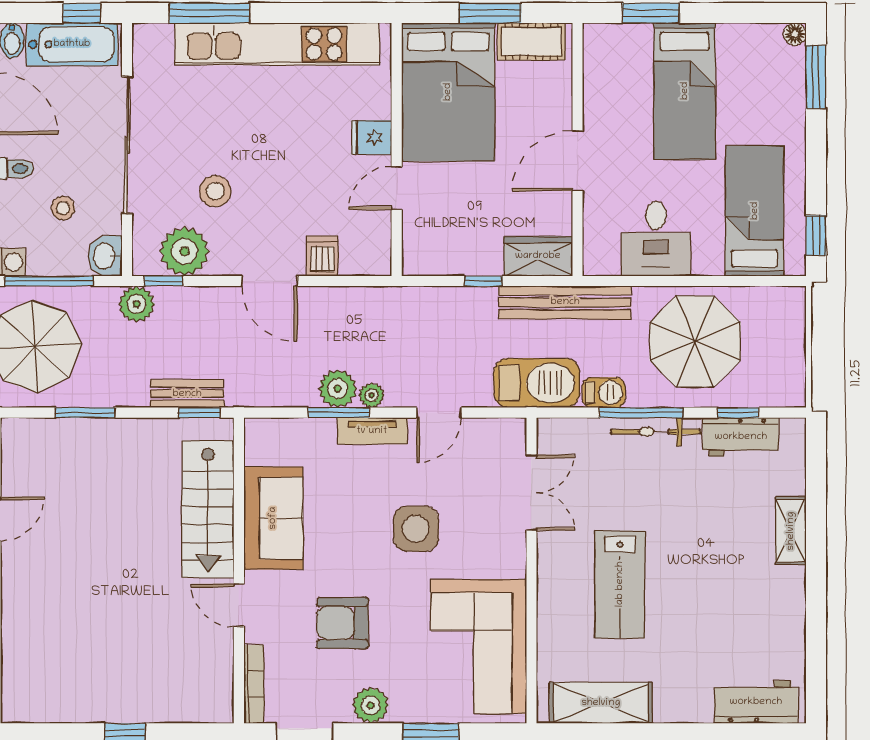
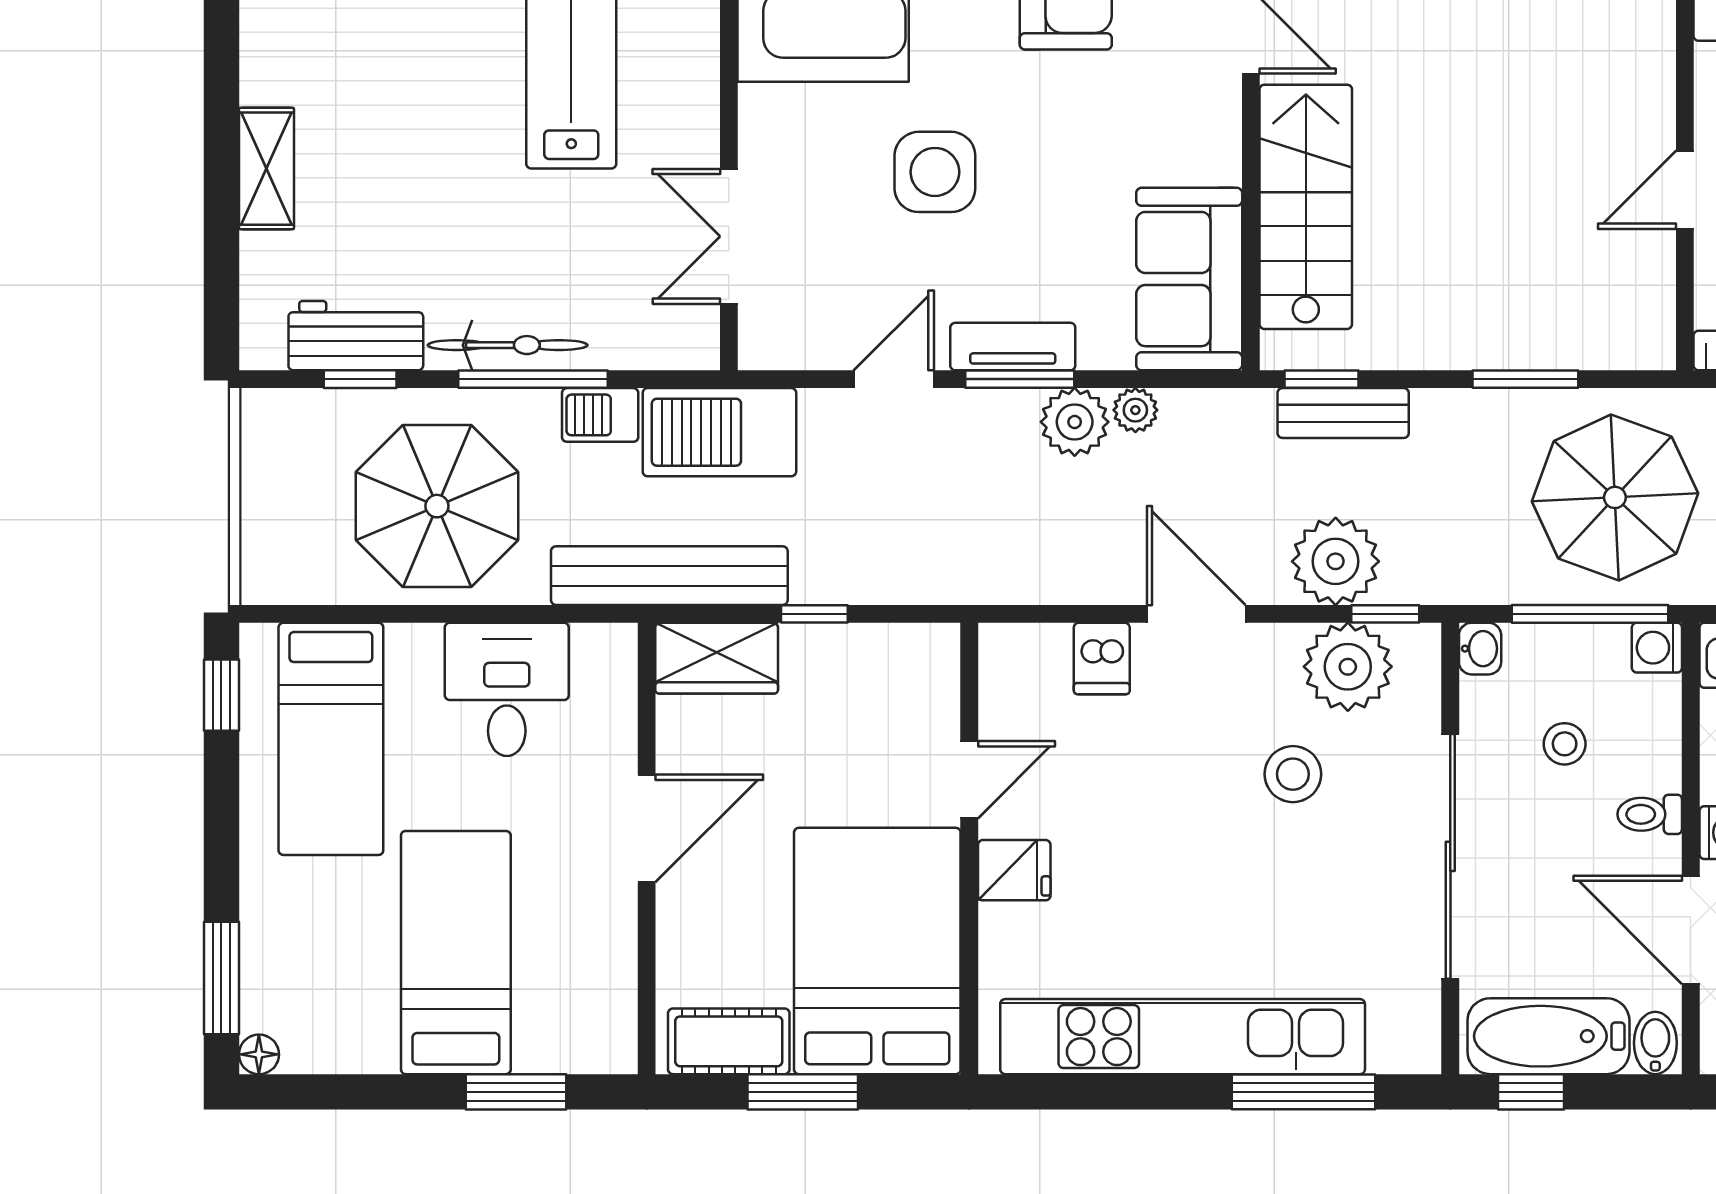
washbasin: (105, 256) -> (1480, 649), width x0.72, depth x0.69
plant: (137, 304) -> (1336, 561), moved, width x1.36, depth x1.36
plant: (372, 395) -> (1135, 410), moved
window: (339, 413) -> (1020, 379), moved
sofa: (273, 518) -> (1189, 279), moved

